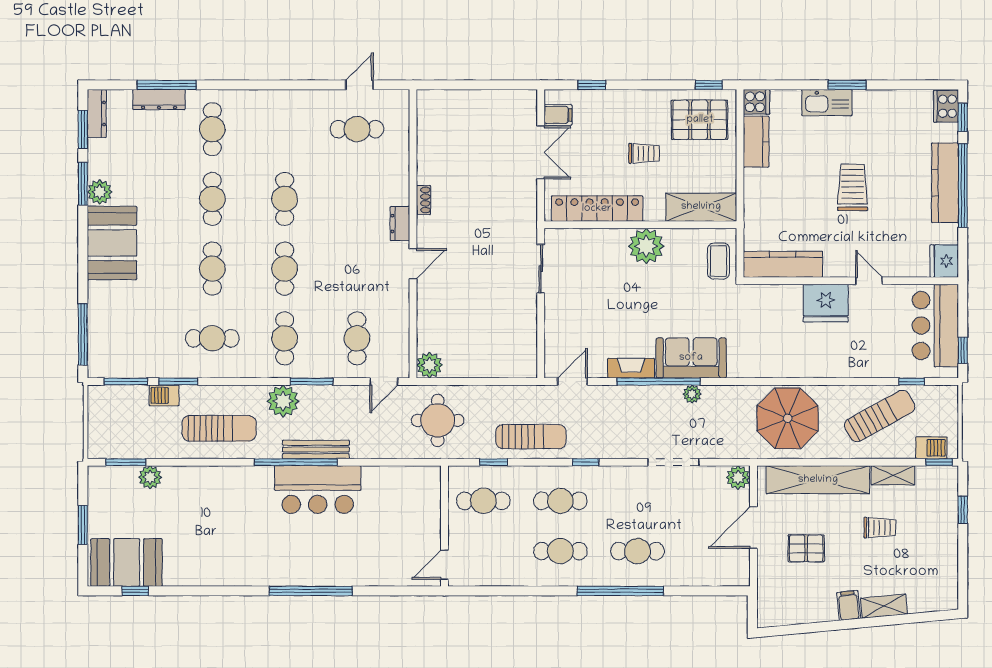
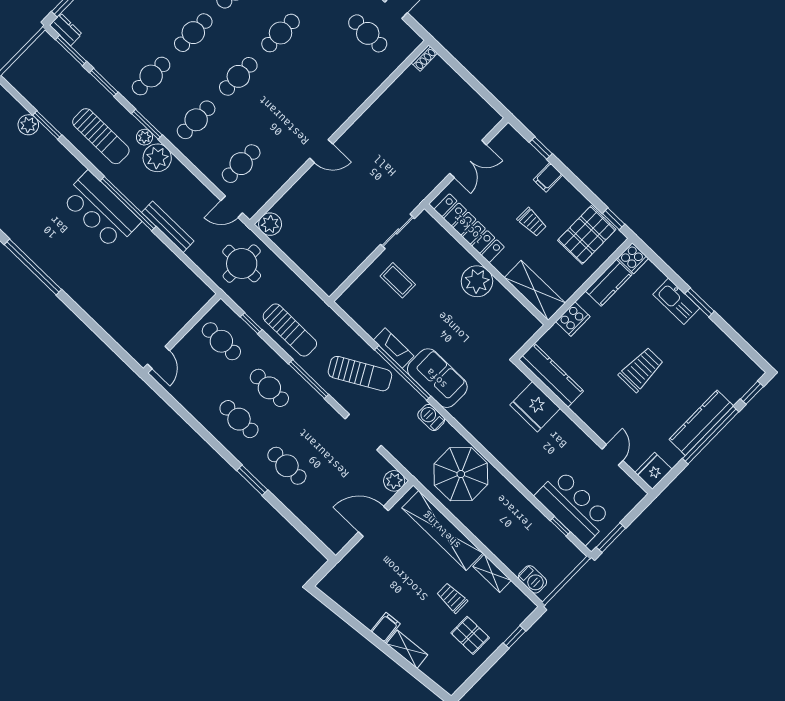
cooker: (946, 106) -> (573, 319), moved, turned 180
filing cabinet: (558, 115) -> (548, 177), moved, turned 90
pallet: (700, 120) -> (587, 235), turned 90
shoe rack: (424, 200) -> (424, 58), moved
dresser: (400, 224) -> (66, 30), moved, turned 90
coffee table: (718, 261) -> (398, 280), moved, turned 90
door: (869, 281) -> (612, 455), moved
fridge: (826, 303) -> (535, 407), moved
bar counter: (935, 326) -> (573, 507), moved, turned 90
cafe table: (212, 338) -> (151, 76), turned 90
window: (963, 350) -> (611, 538), width x1.50
window: (312, 382) -> (147, 124), moved
door: (573, 382) -> (349, 321), removed
plant: (692, 394) -> (144, 137), moved
barbecue: (164, 395) -> (431, 418), moved
sun lounger: (880, 416) -> (360, 374), moved
bench: (316, 449) -> (168, 227), moved
window: (126, 462) -> (47, 125), moved
window: (586, 462) -> (309, 379), width x2.17
window: (939, 462) -> (529, 593), removed
bar counter: (318, 489) -> (101, 210), moved
trolley: (880, 528) -> (452, 598), turned 180
pallet: (806, 548) -> (470, 635), moved
door: (444, 565) -> (159, 357), swing flipped
window: (311, 591) -> (33, 267), moved
window: (620, 591) -> (252, 480), width x0.47

